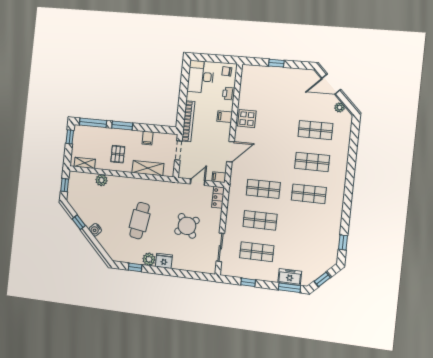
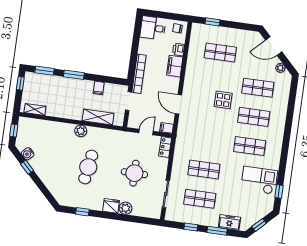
window: (276, 63) -> (212, 22), moved
desk: (201, 77) -> (153, 28), width x0.73
filing cabinet: (225, 117) -> (175, 66), width x2.00
display table: (247, 119) -> (223, 100), moved
window: (93, 123) -> (44, 71), width x0.69
door: (230, 152) -> (178, 104), swing flipped
pallet: (118, 154) -> (69, 102), removed
plant: (101, 180) -> (81, 131), moved
shop shelf: (263, 189) -> (220, 53), moved
round table: (187, 226) -> (134, 173), turned 37
water cooler: (95, 230) -> (28, 154), moved
checkout: (321, 231) -> (259, 180), added
plant: (149, 259) -> (126, 208), moved
window: (289, 288) -> (217, 231), moved

